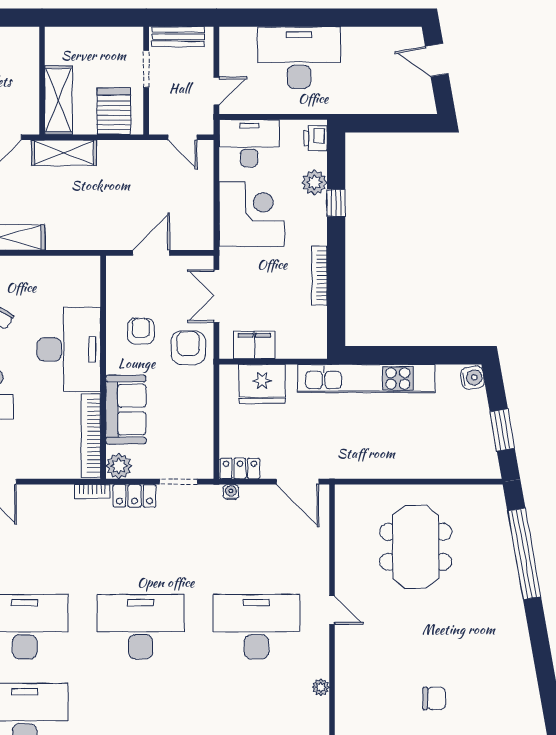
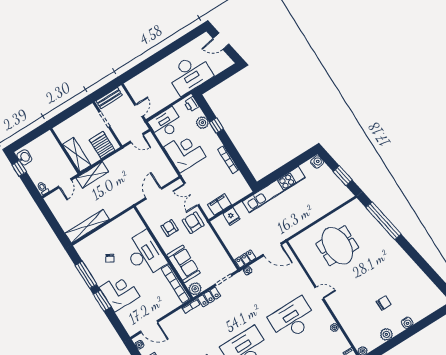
desk: (299, 58) -> (190, 74), moved, turned 180
fridge: (262, 384) -> (231, 216), width x0.53, depth x0.75

